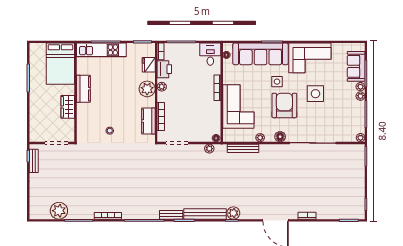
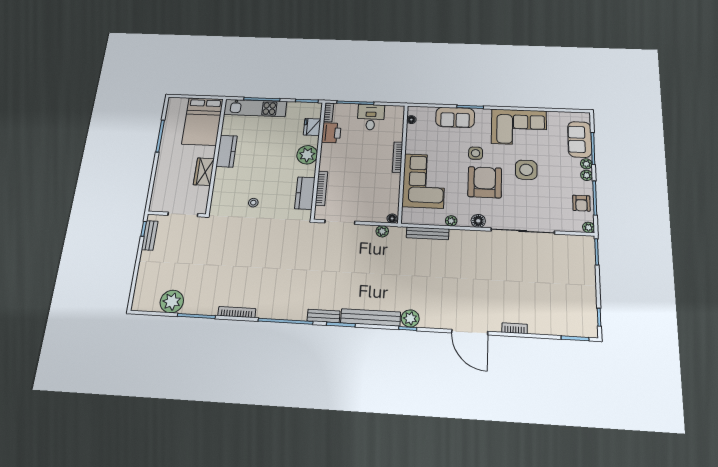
desk: (210, 54) -> (371, 117), moved
sofa: (261, 54) -> (455, 117), width x0.54, depth x0.79
plant: (162, 87) -> (326, 153), removed
armchair: (356, 119) -> (581, 203), added

